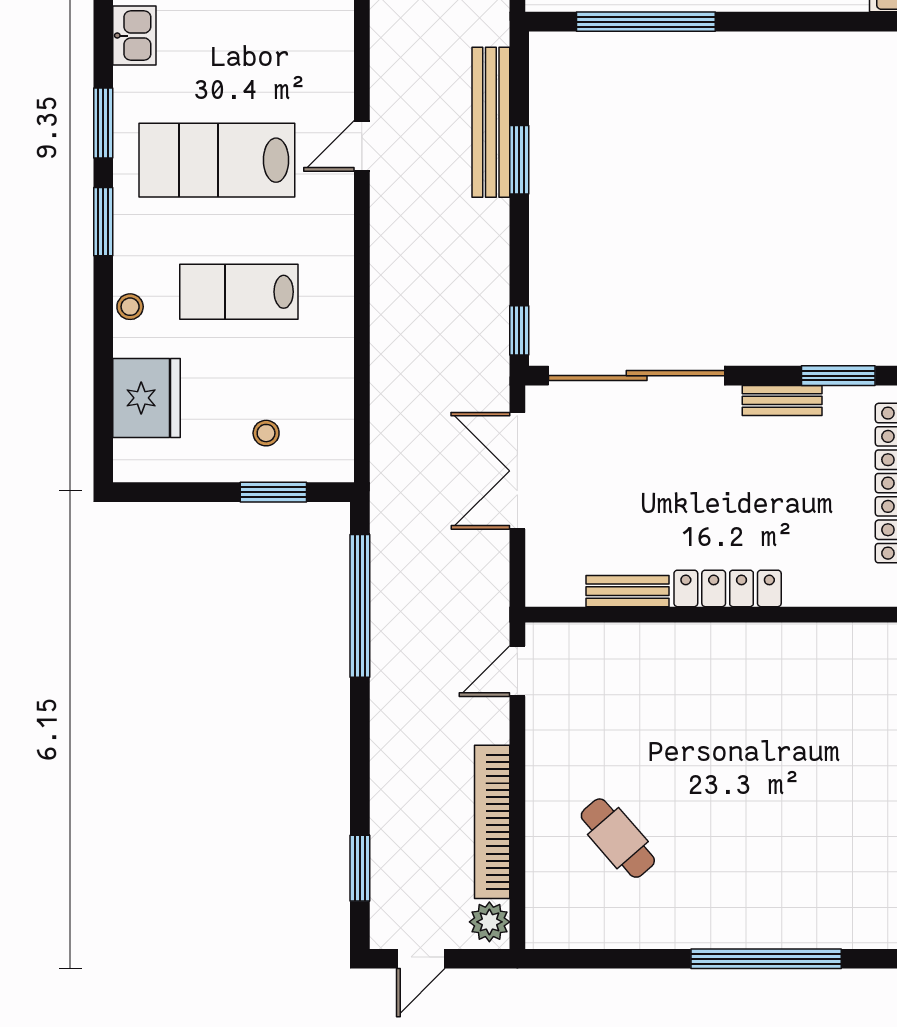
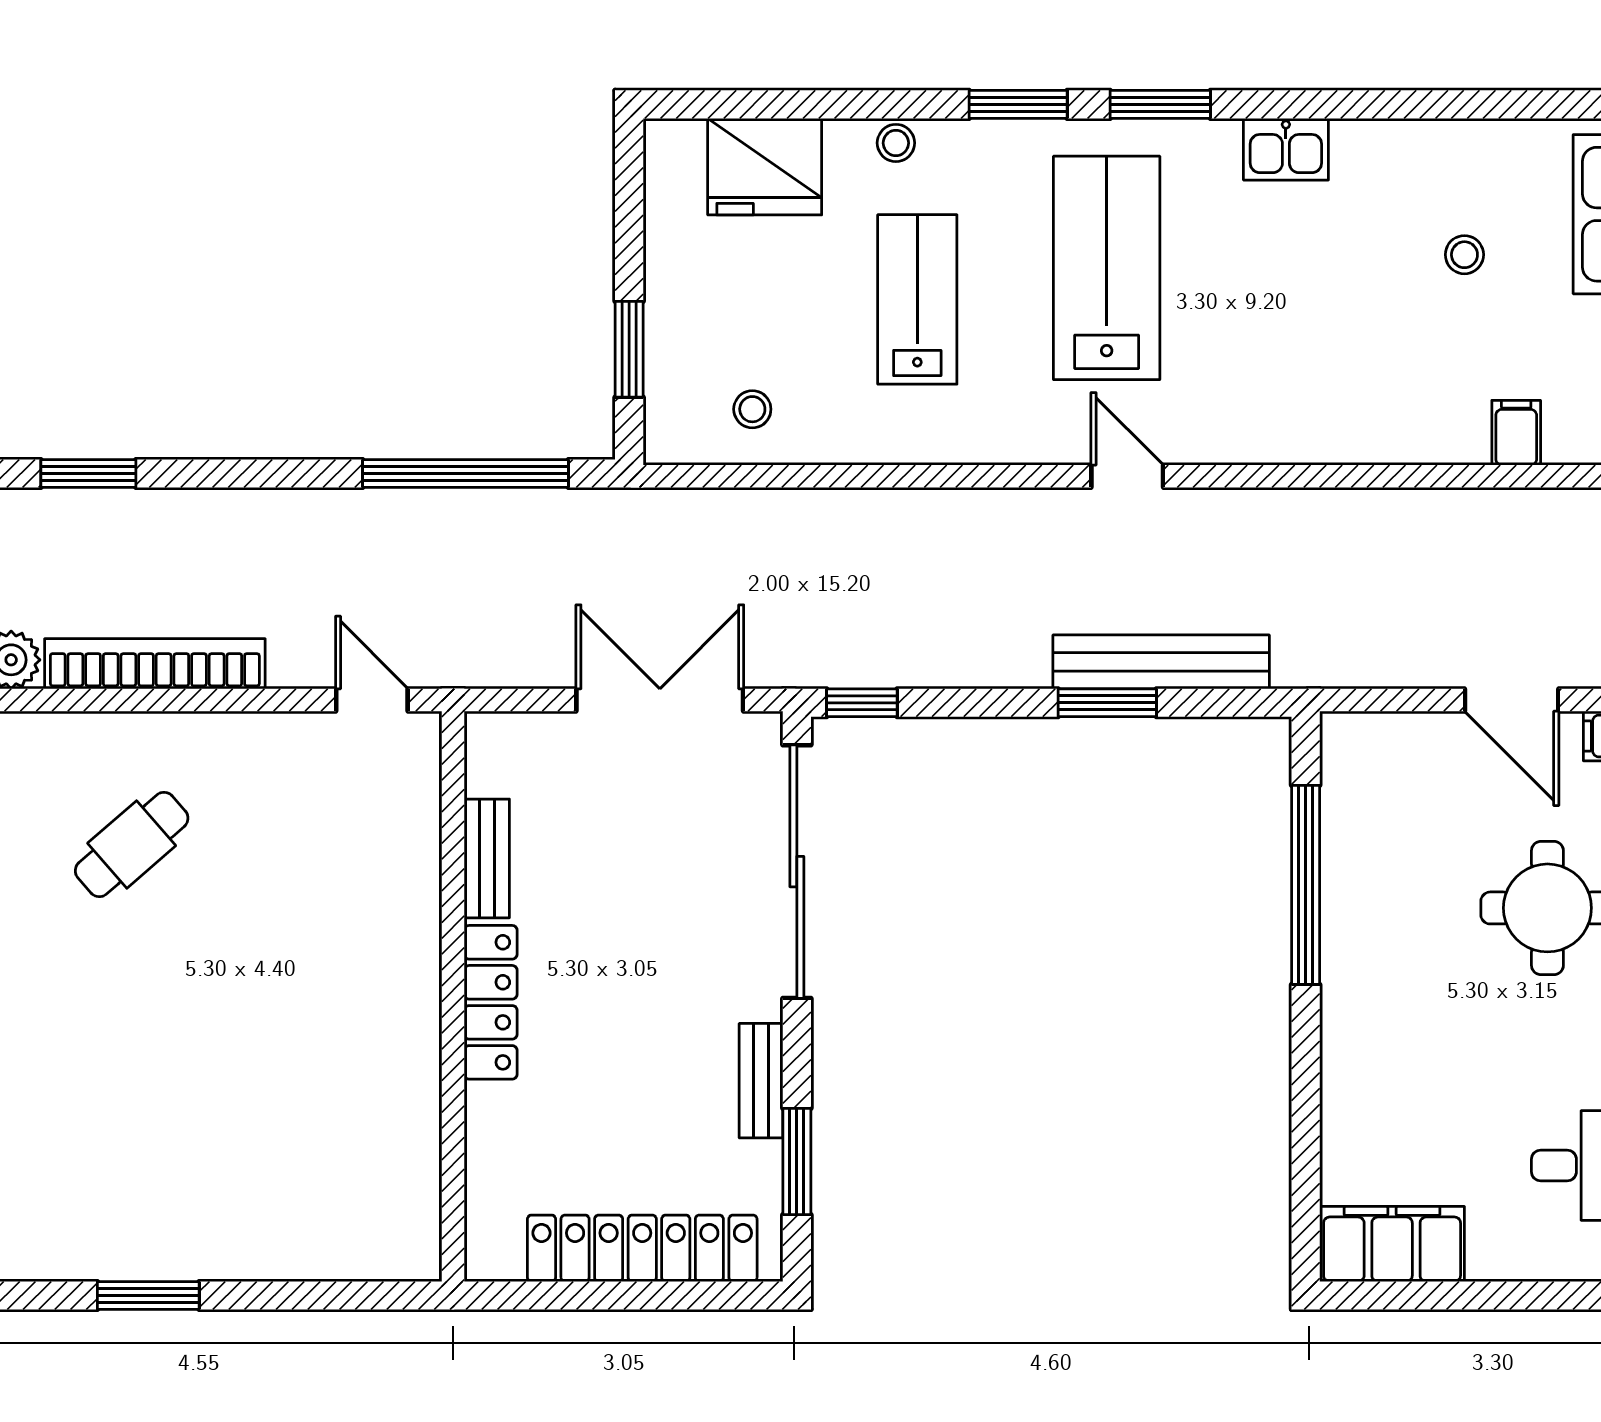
stool: (266, 433) -> (752, 409), moved

